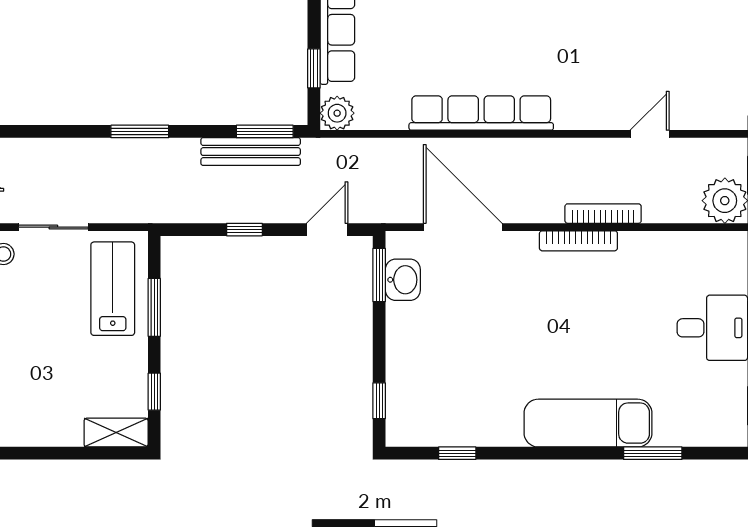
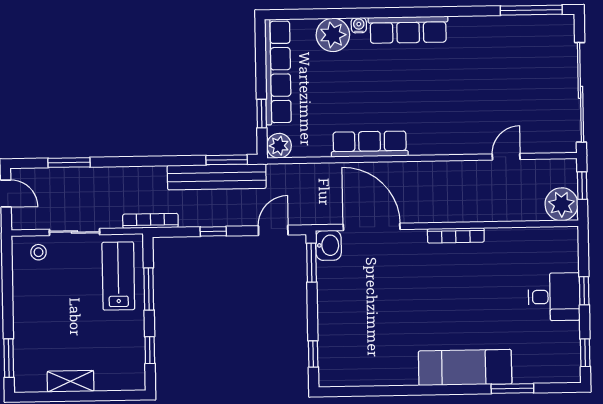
row of seats: (481, 113) -> (370, 144), width x0.73
window: (140, 131) -> (69, 163), moved
bench: (251, 152) -> (217, 177), width x1.37, depth x1.21
bookcase: (603, 214) -> (150, 221), moved
washbasin: (403, 280) -> (328, 245), moved
shelving: (116, 433) -> (71, 381), moved
window: (457, 453) -> (370, 391), removed

